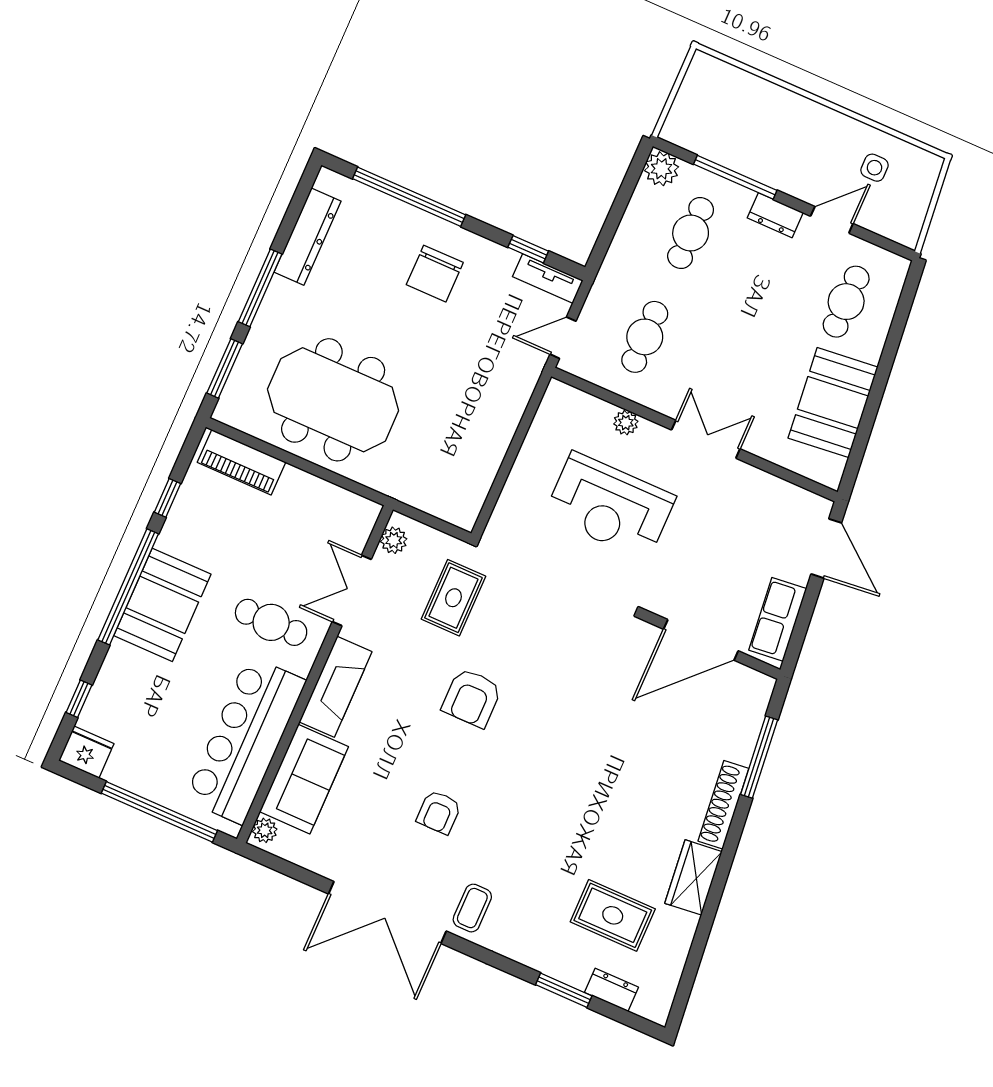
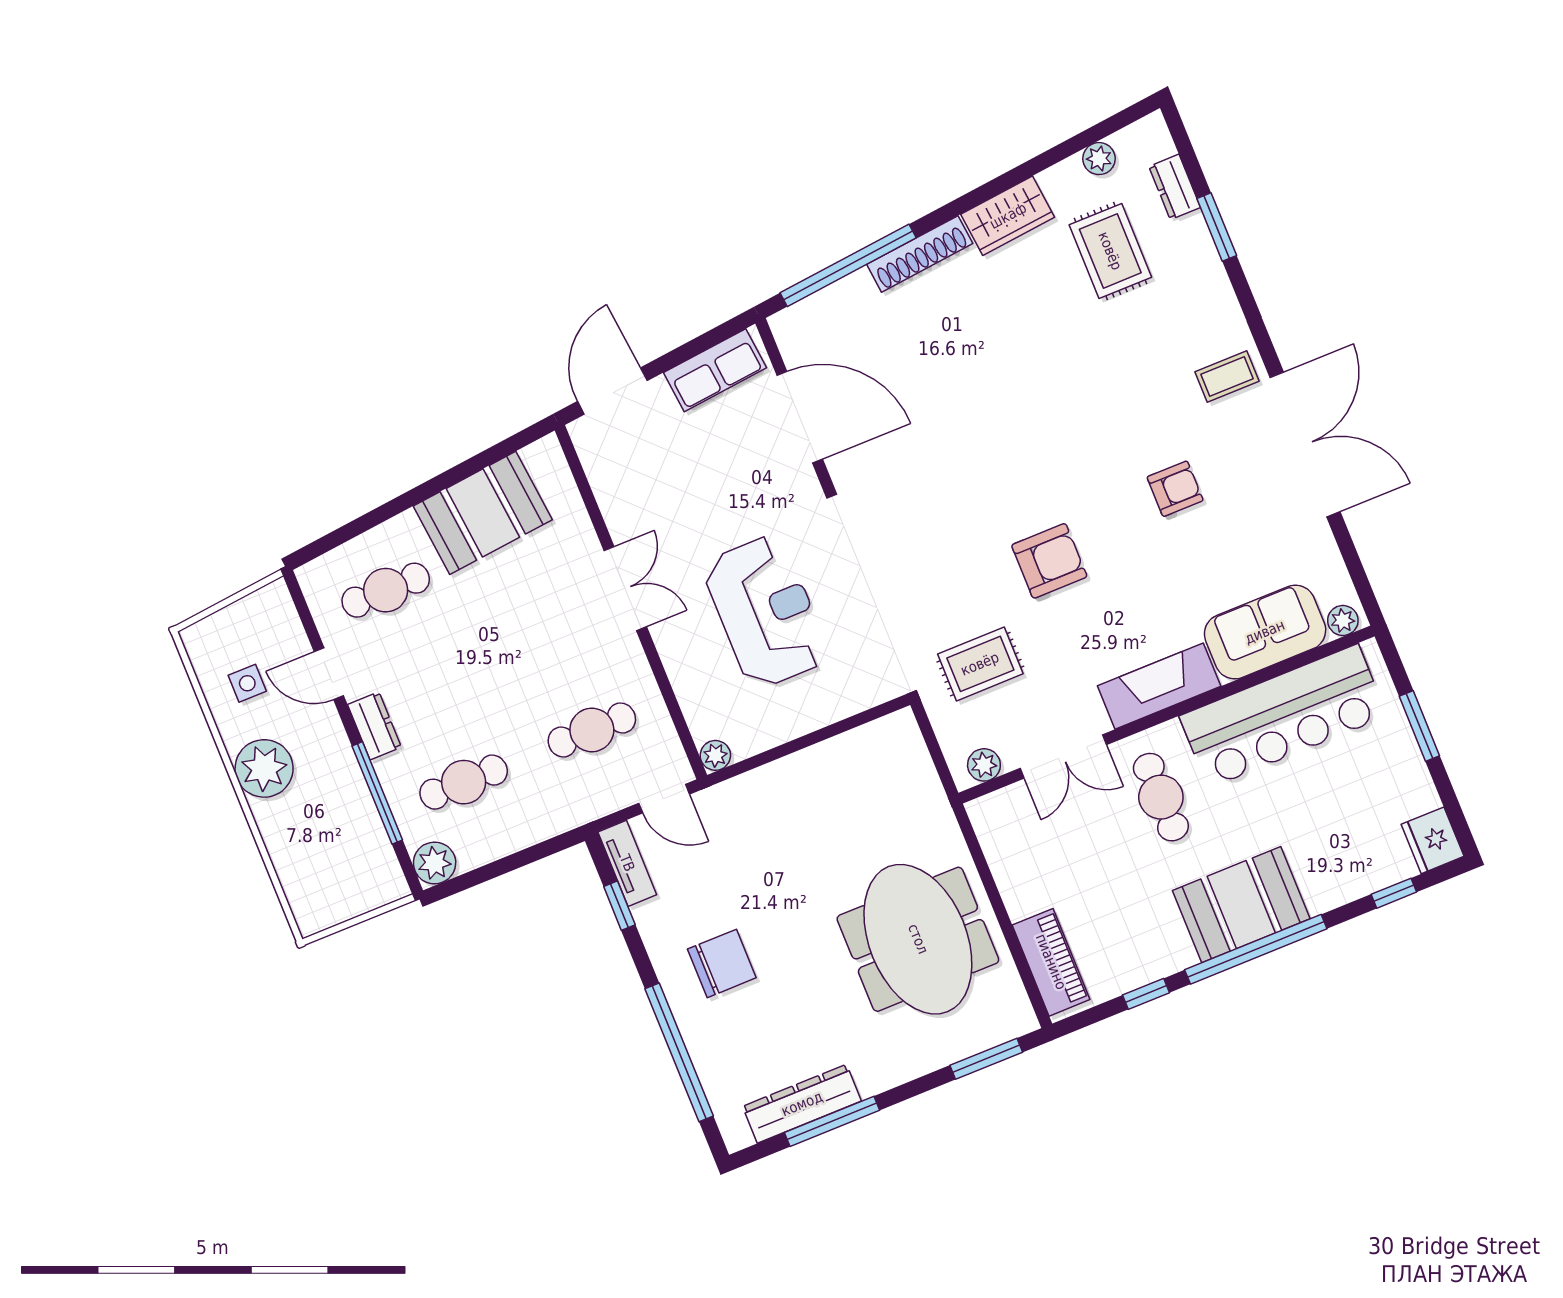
plant: (816, 127) -> (264, 768), added
window: (260, 288) -> (832, 1121), moved
plant: (626, 423) -> (715, 755), moved
double door: (706, 439) -> (625, 589), swing flipped
window: (759, 757) -> (848, 265), width x1.46
window: (159, 812) -> (1419, 726), width x0.47
plant: (672, 963) -> (1099, 159), added

